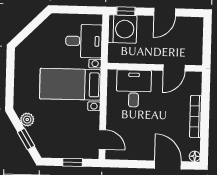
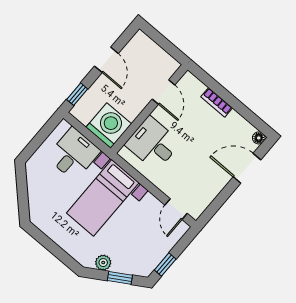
washing machine: (122, 29) -> (109, 126), moved
bookcase: (196, 116) -> (217, 102), width x0.64
door: (102, 139) -> (176, 209), swing flipped
window: (73, 162) -> (165, 265), moved

